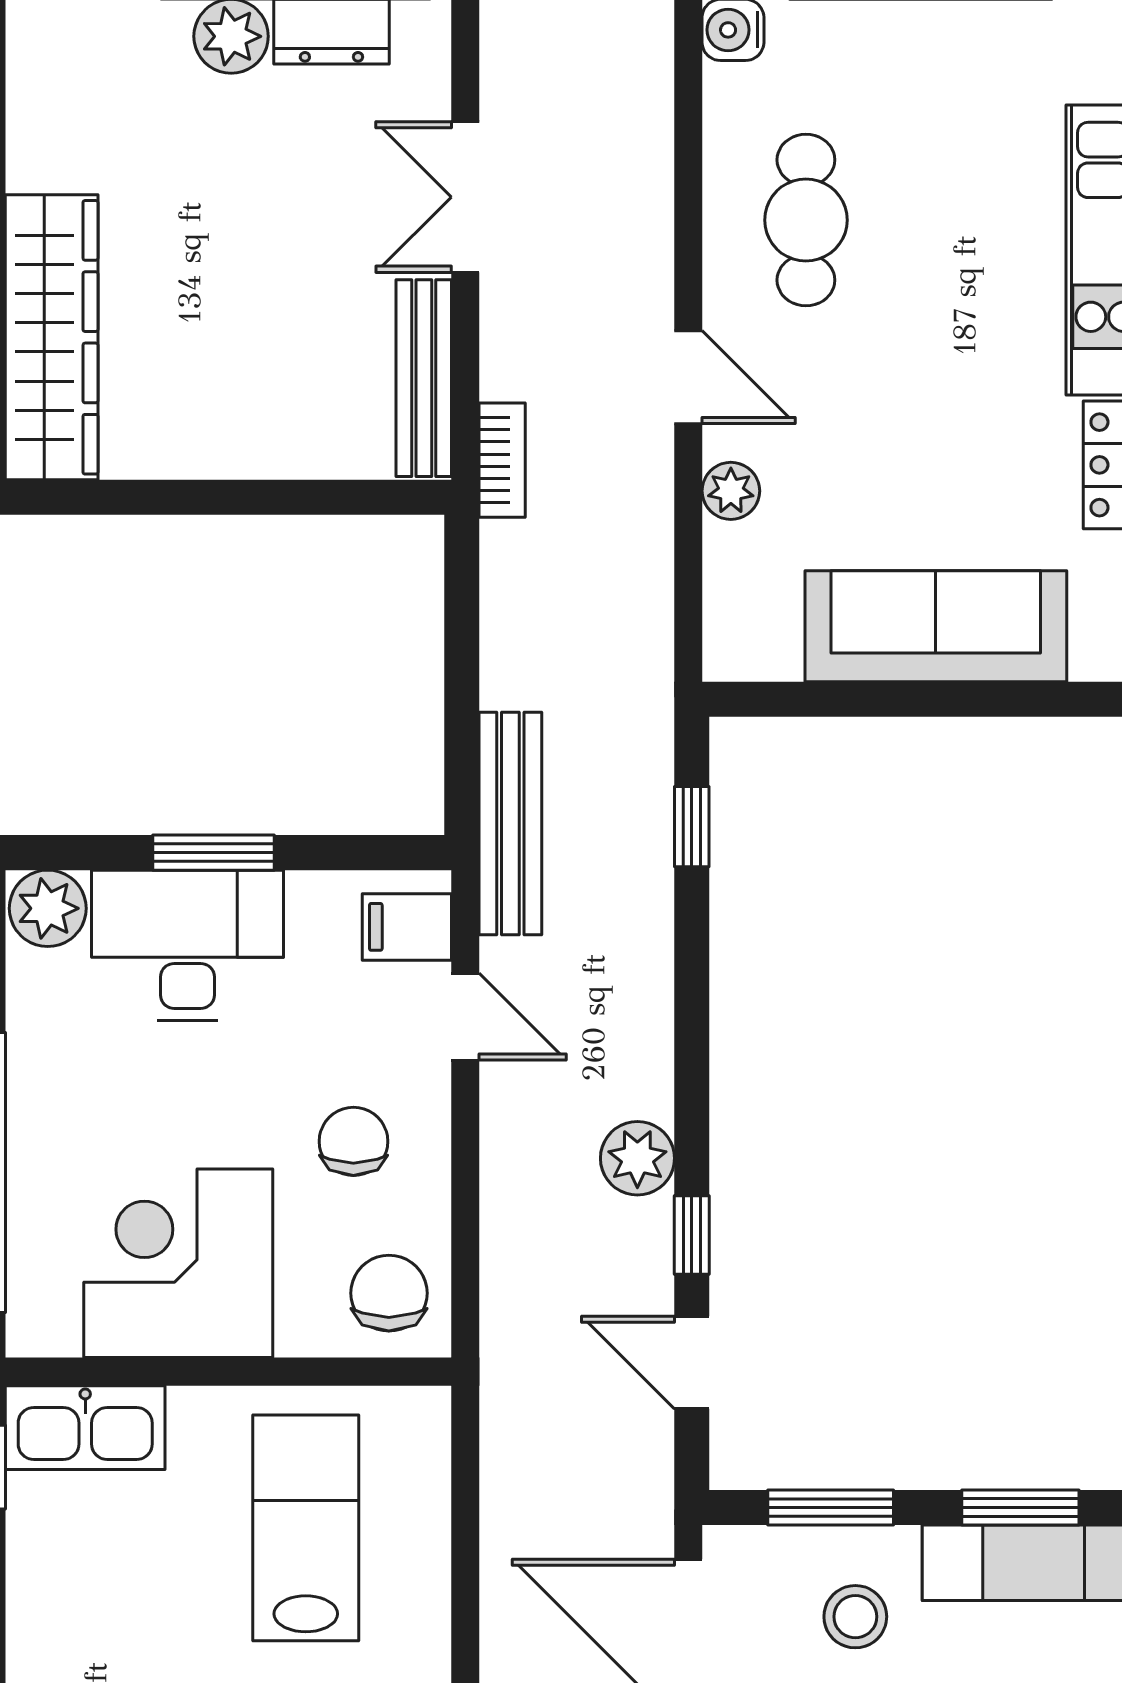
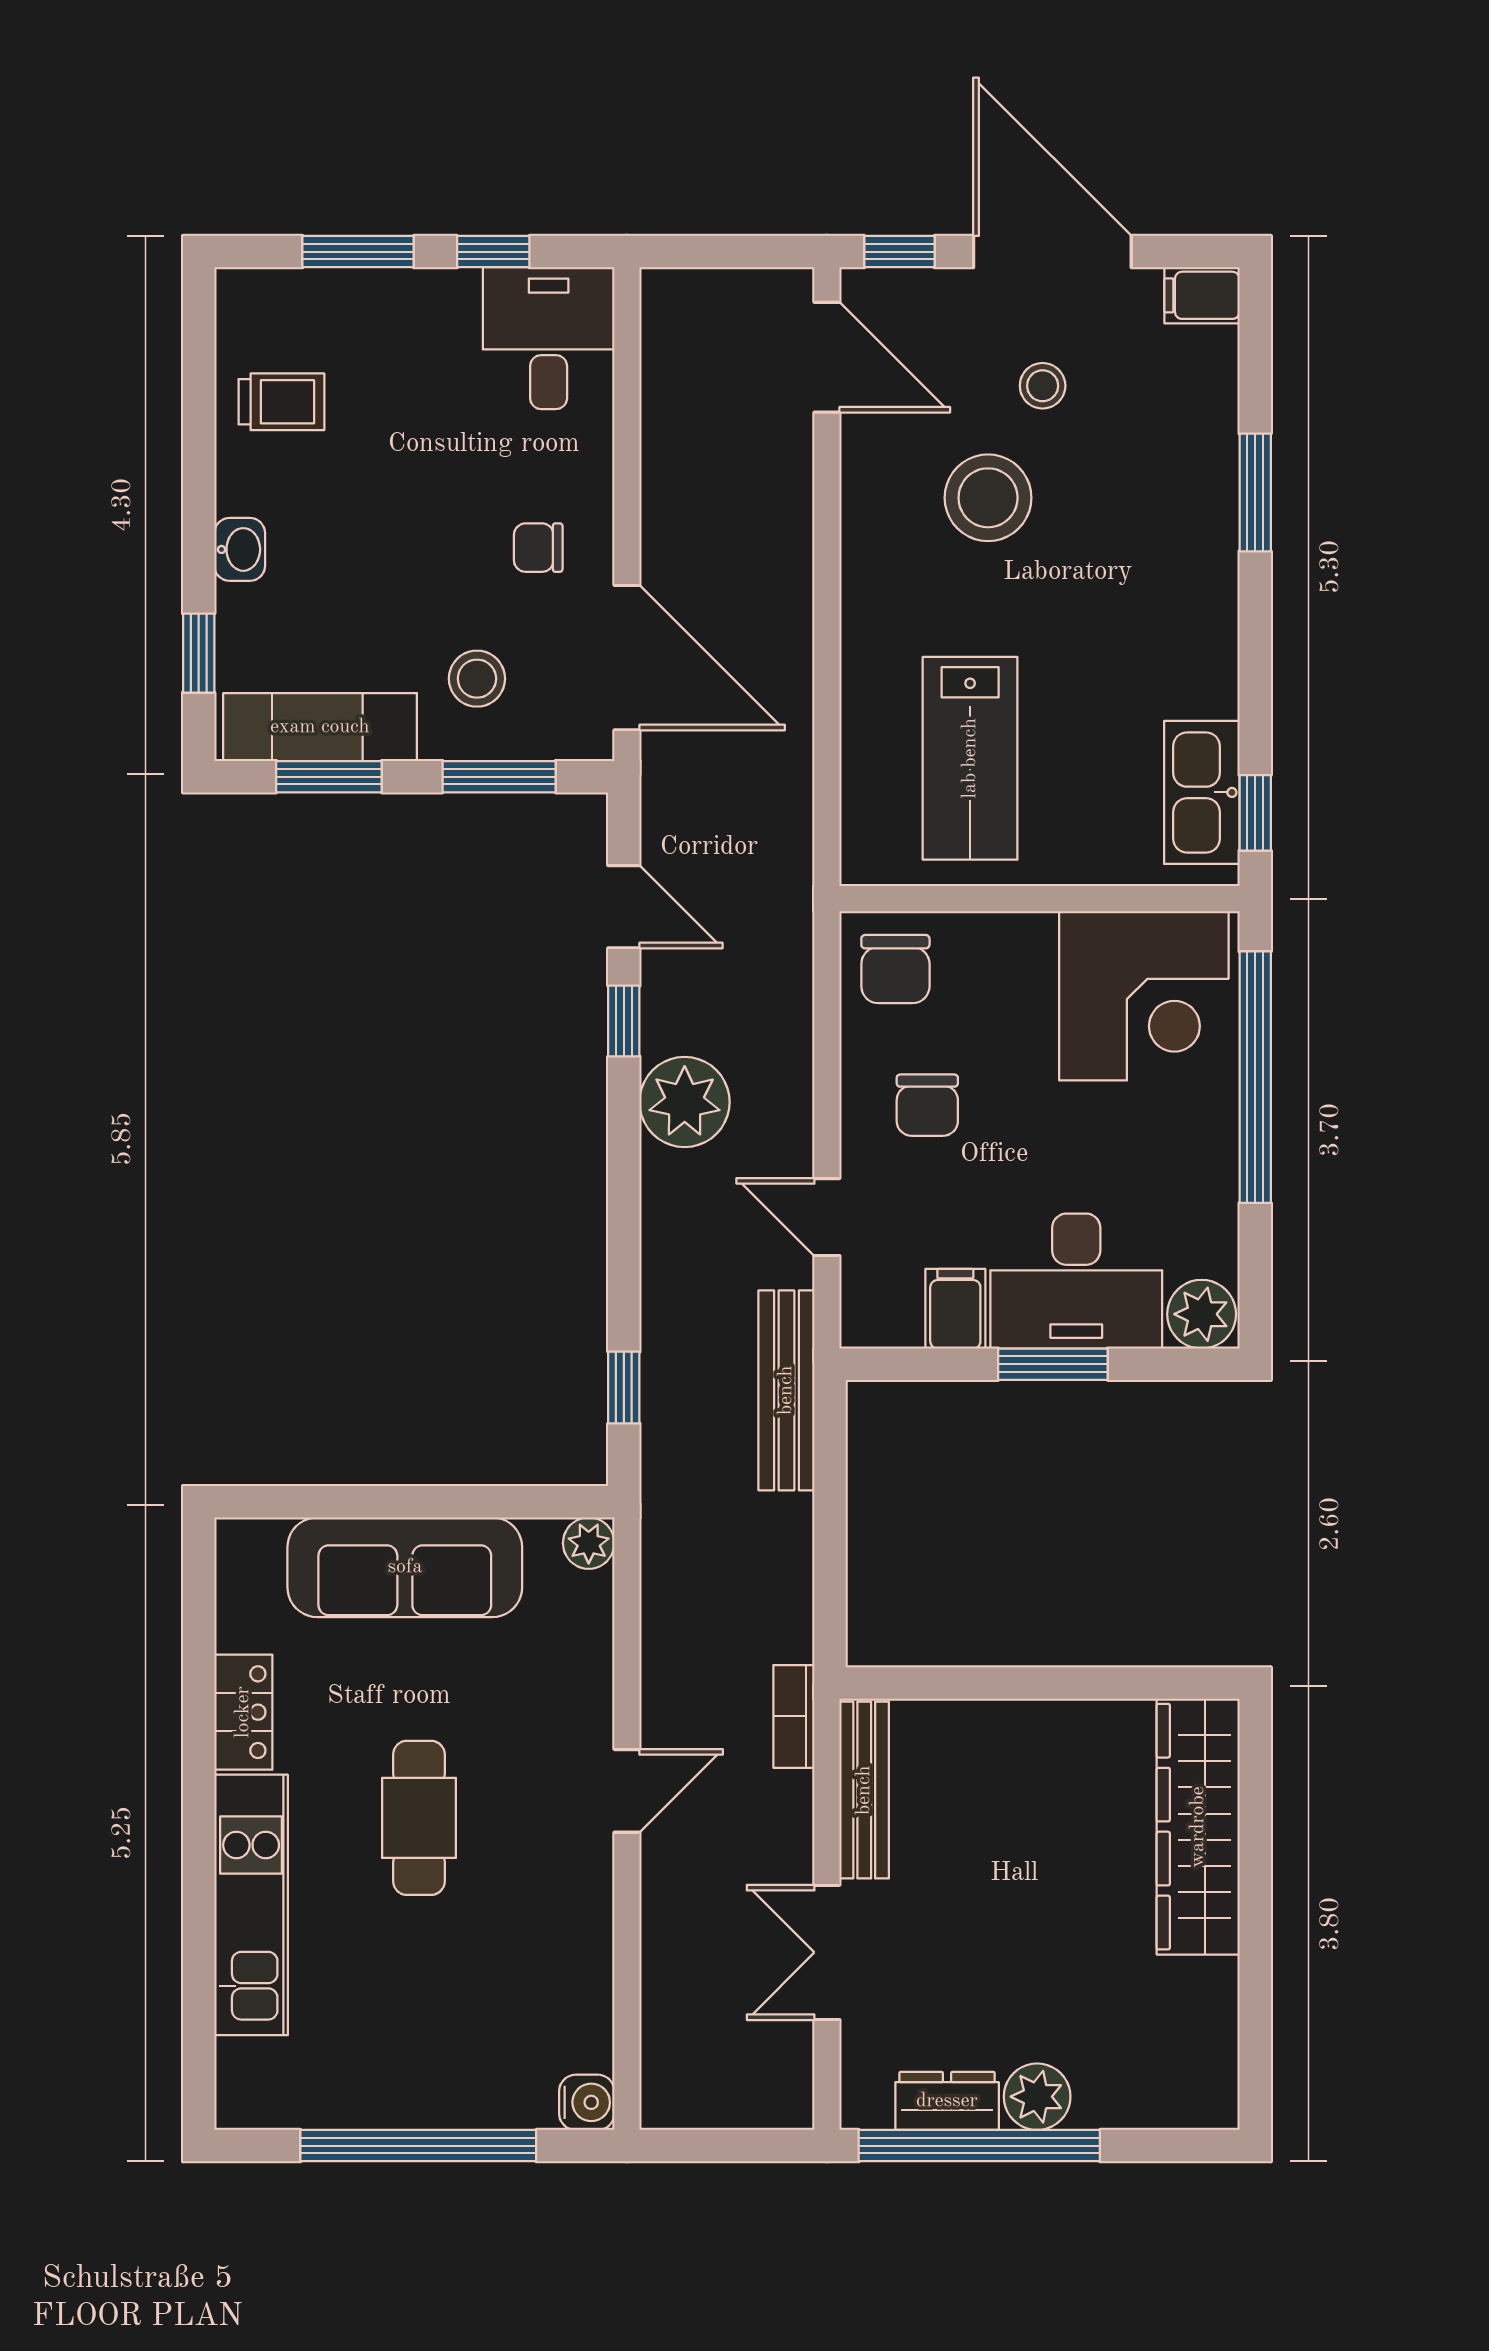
double door: (465, 197) -> (827, 1952), swing flipped
cafe table: (806, 220) -> (419, 1818), moved
door: (688, 377) -> (627, 1791), swing flipped
plant: (731, 491) -> (589, 1543), moved
filing cabinet: (407, 927) -> (955, 1309), moved, turned -90
plant: (637, 1158) -> (685, 1102), width x1.36, depth x1.36
corner desk: (178, 1263) -> (1144, 996), moved
kitchen sink: (85, 1428) -> (1202, 792), moved, turned -90

